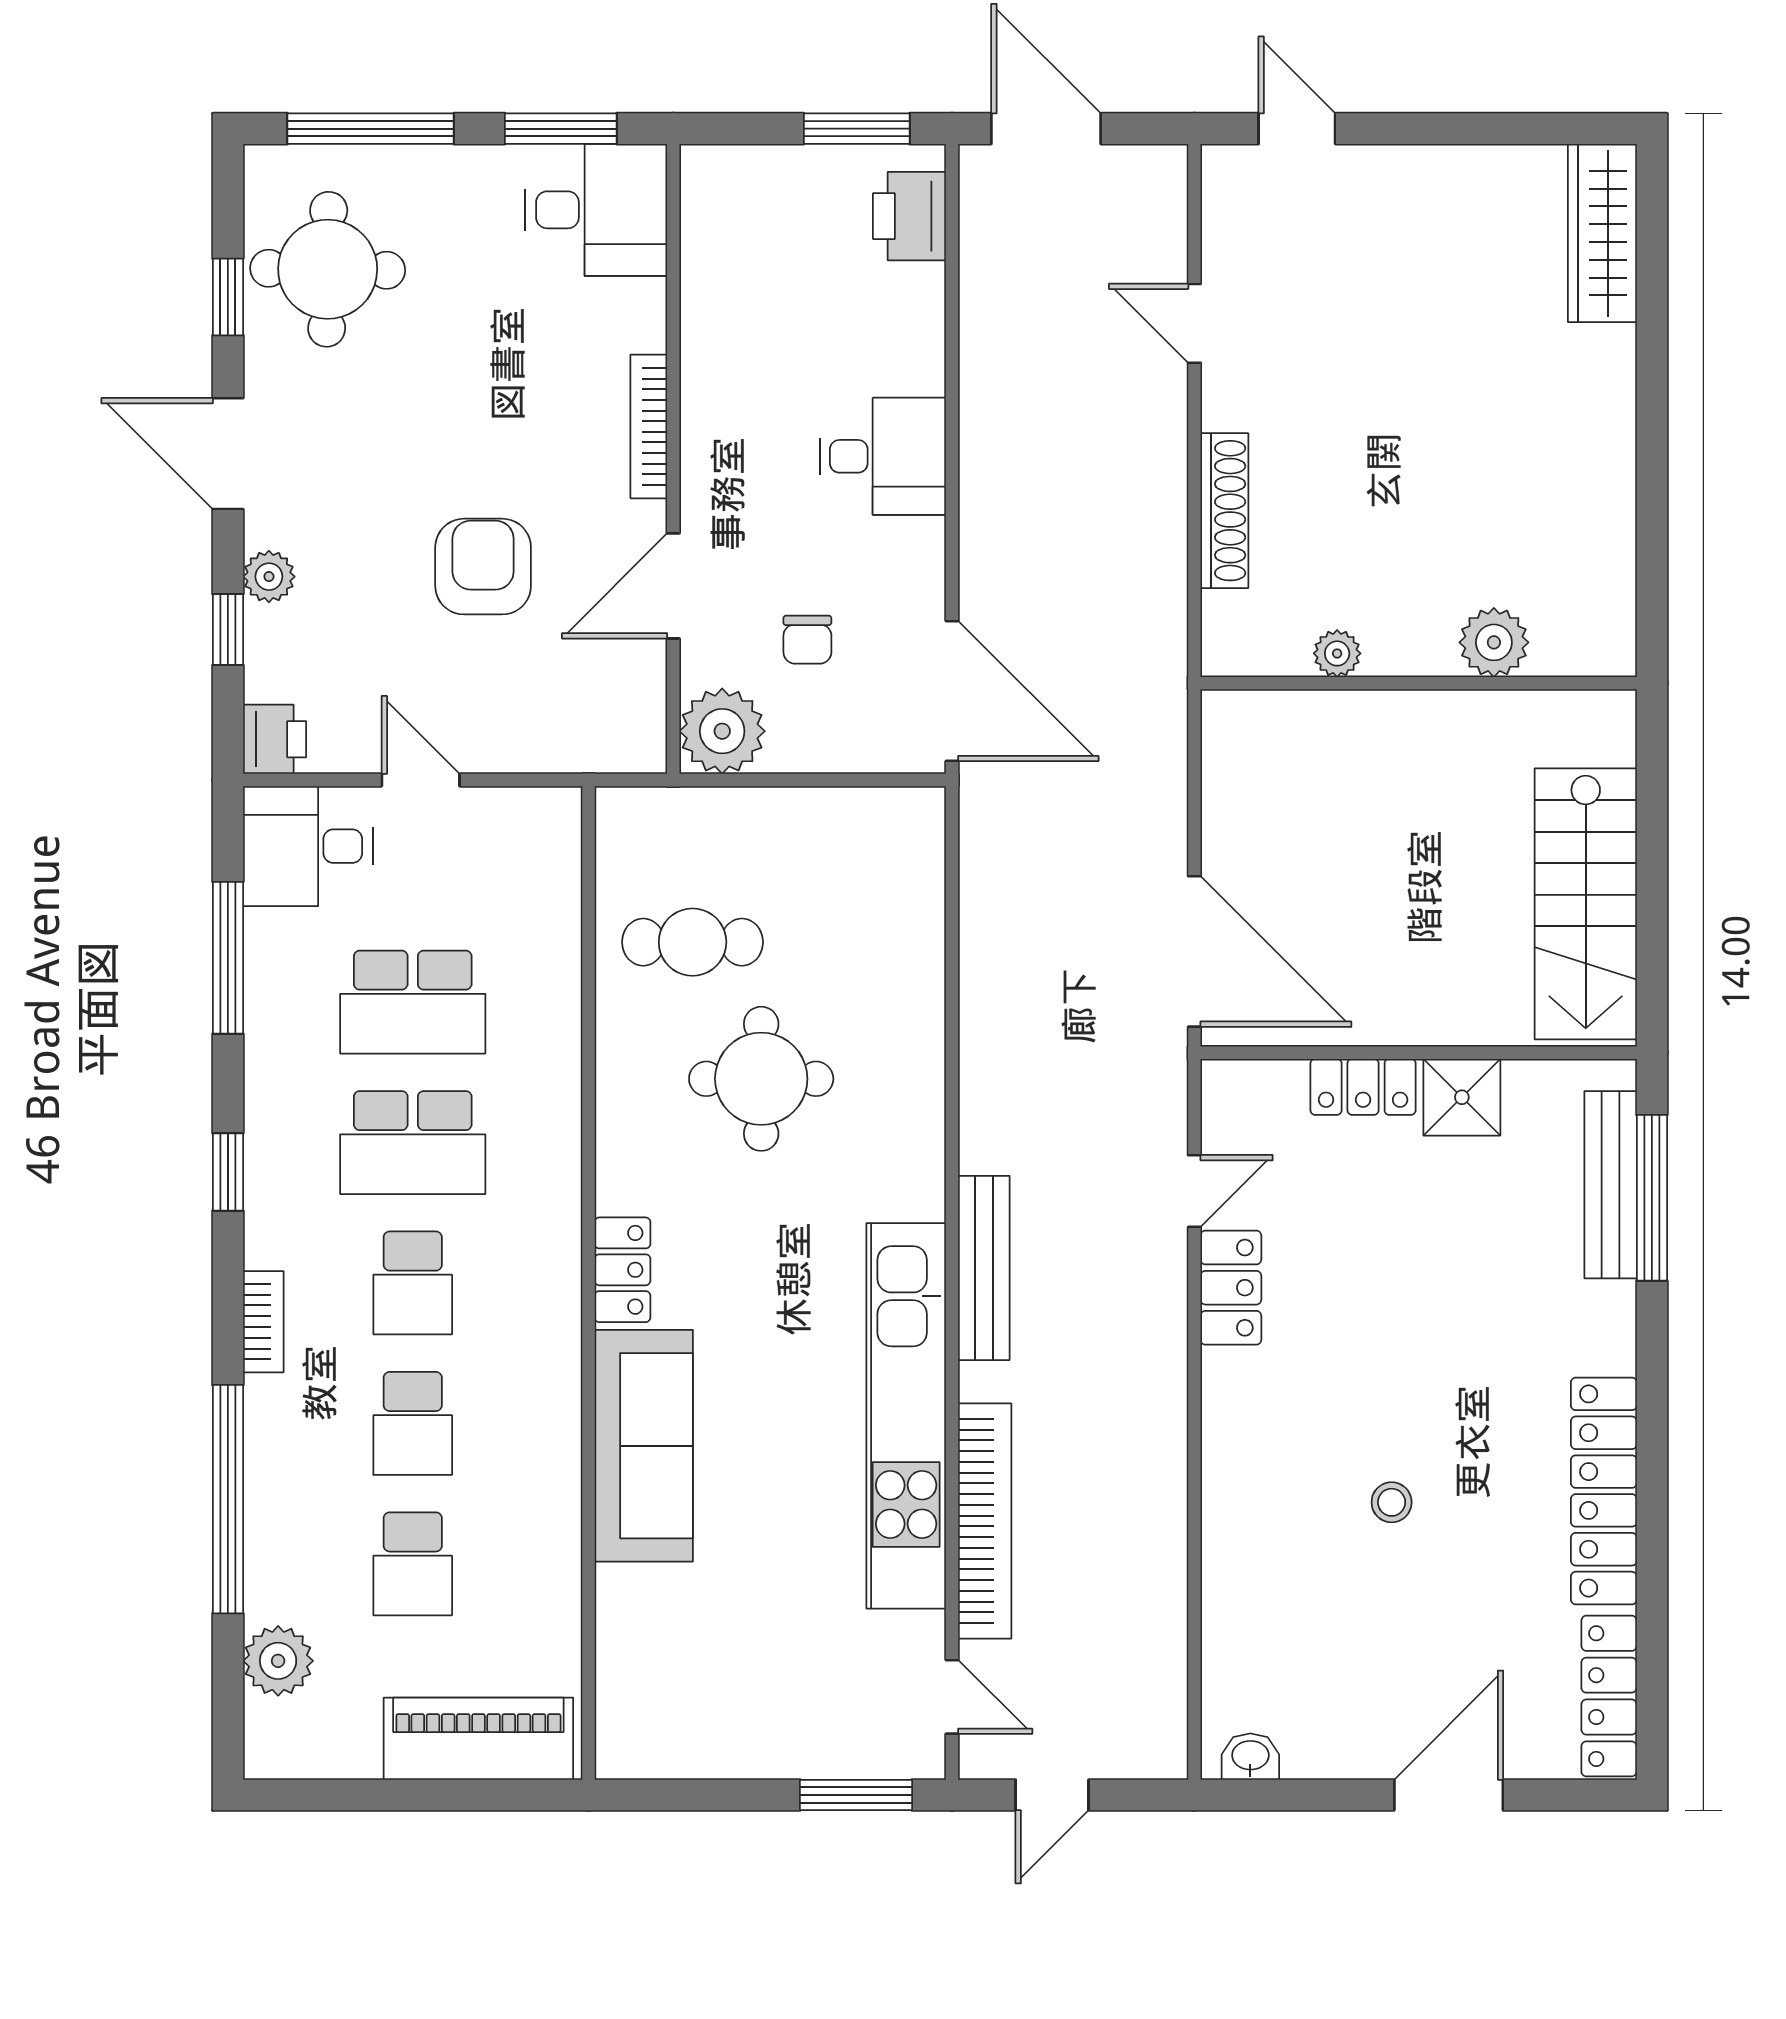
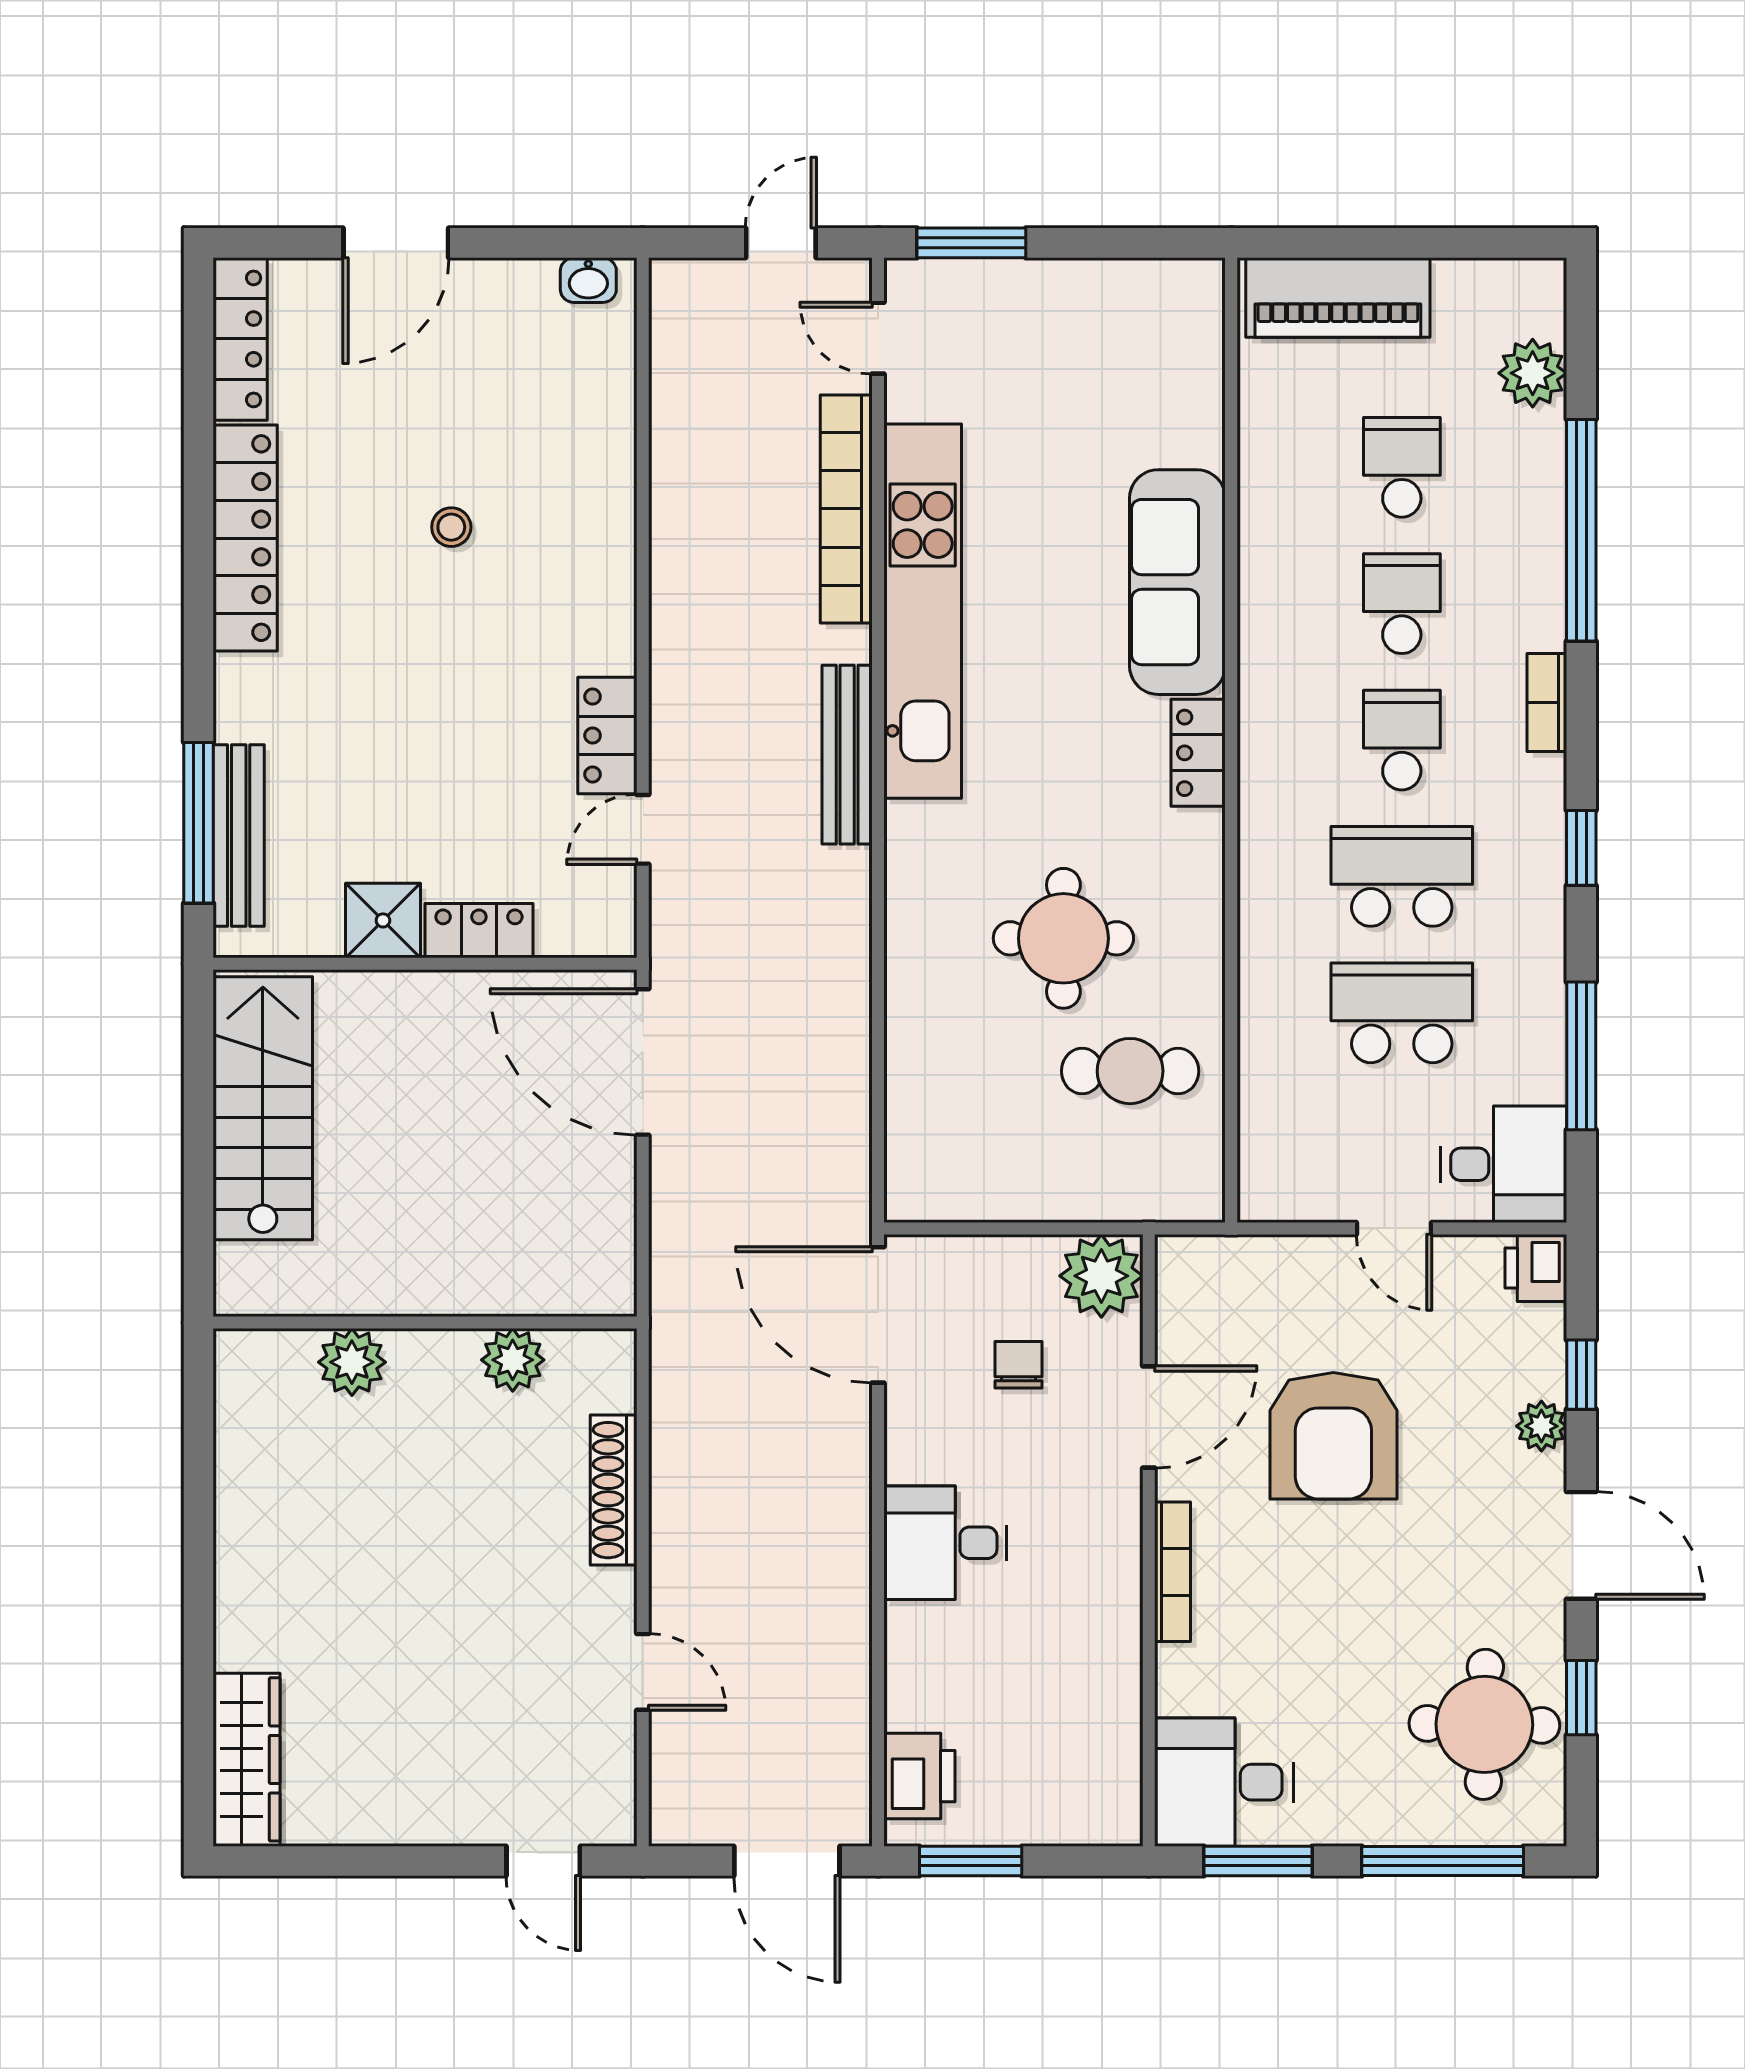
armchair: (483, 567) -> (1333, 1436), width x1.36, depth x1.36
plant: (1337, 653) -> (513, 1360), width x1.38, depth x1.38

